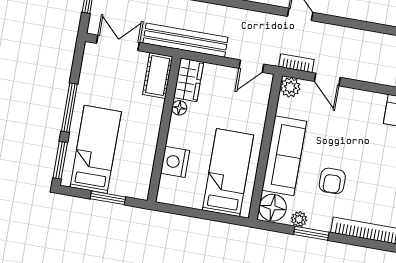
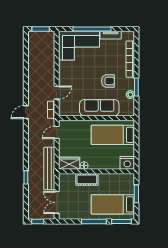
door: (251, 66) -> (57, 132), swing flipped
cot: (158, 76) -> (87, 179), moved
plant: (290, 87) -> (64, 111), removed
nightstand: (175, 162) -> (127, 163), moved
floor lamp: (273, 208) -> (127, 109), removed

